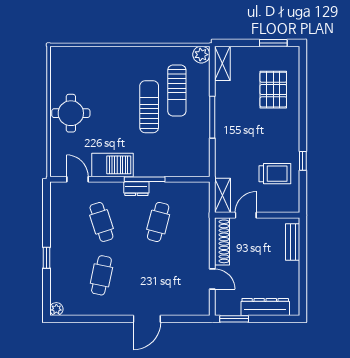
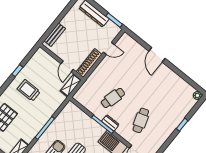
trolley: (275, 174) -> (29, 90), moved
door: (246, 215) -> (67, 67), hinge flipped
cafe table: (101, 275) -> (162, 94), removed
door: (212, 279) -> (109, 48), swing flipped
door: (147, 319) -> (157, 55), swing flipped

